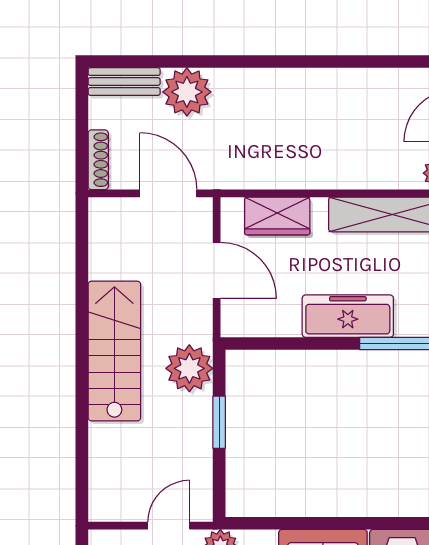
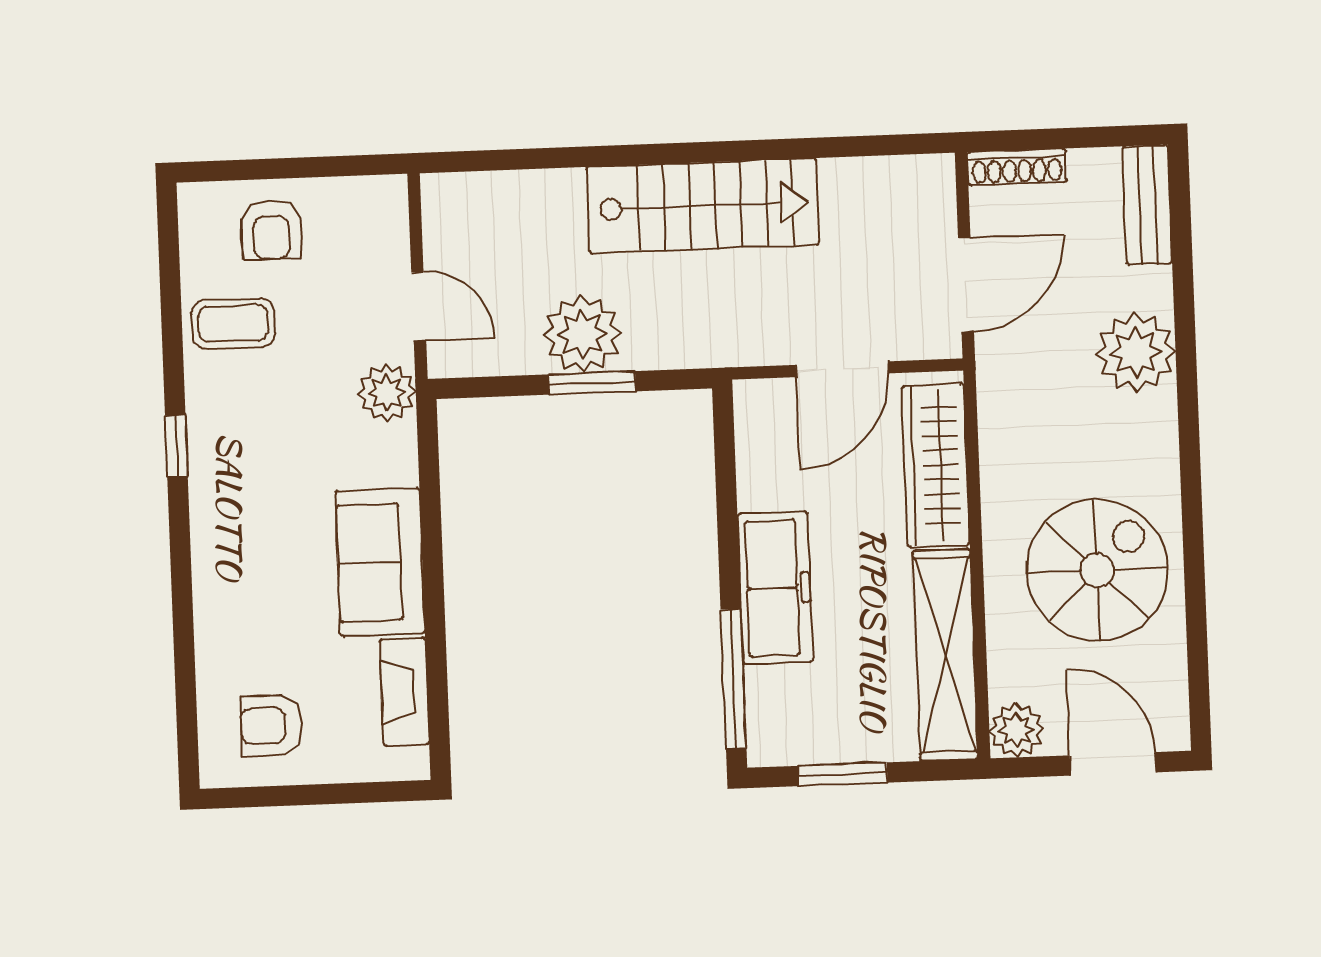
plant: (187, 92) -> (1136, 352), moved
spiral stairs: (345, 120) -> (1097, 570), added
wardrobe: (277, 216) -> (936, 465), width x1.50
plant: (189, 368) -> (582, 334), moved

